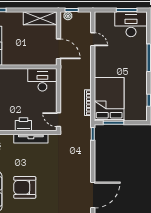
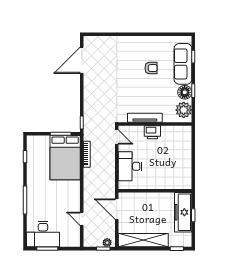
shelving: (40, 18) -> (143, 240), width x1.47
desk: (42, 80) -> (130, 166), moved, turned 90
armchair: (25, 187) -> (151, 68), width x0.53, depth x0.53

